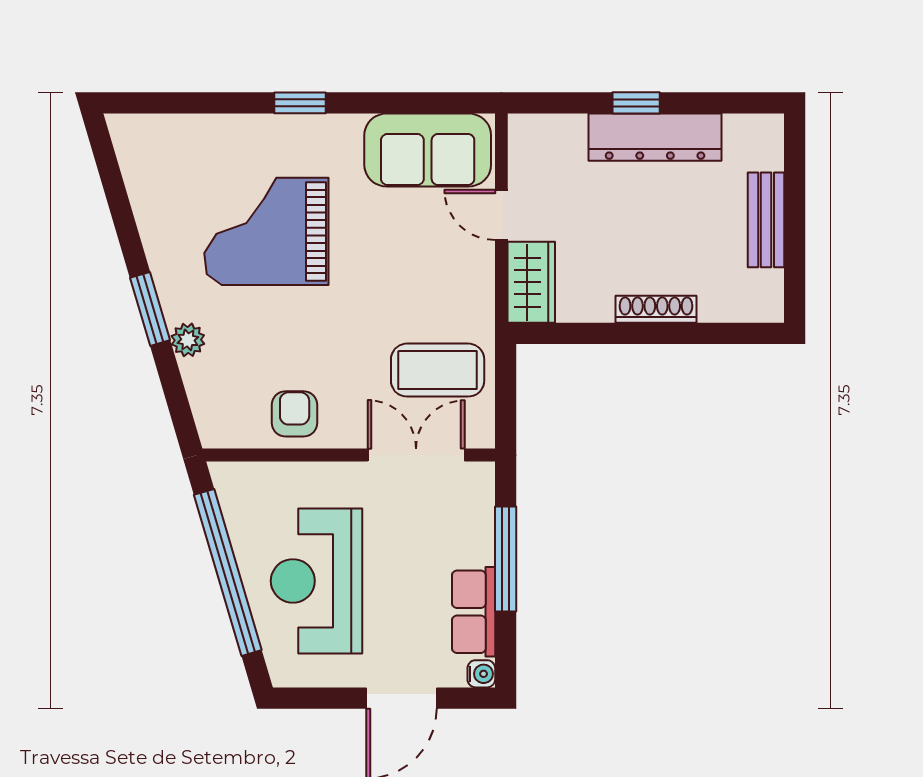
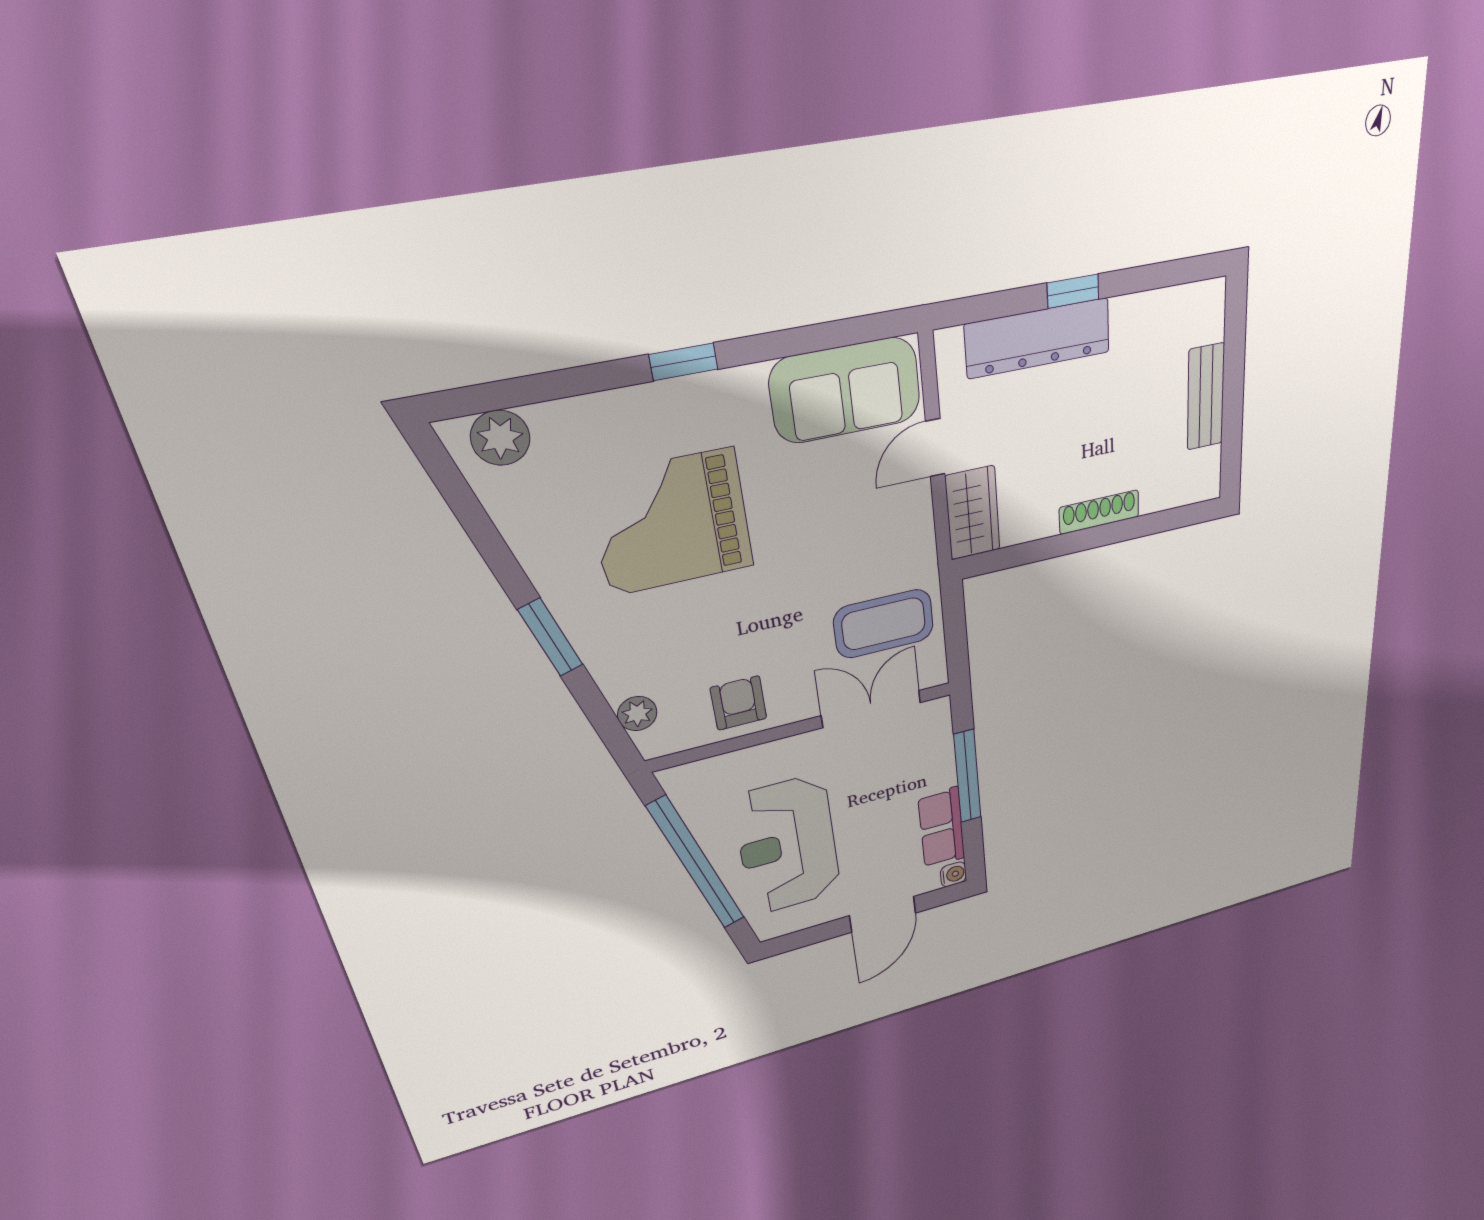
plant: (151, 135) -> (500, 438), added
dresser: (655, 137) -> (1038, 338), moved
door: (501, 215) -> (935, 448), hinge flipped
plant: (188, 340) -> (637, 714), moved

